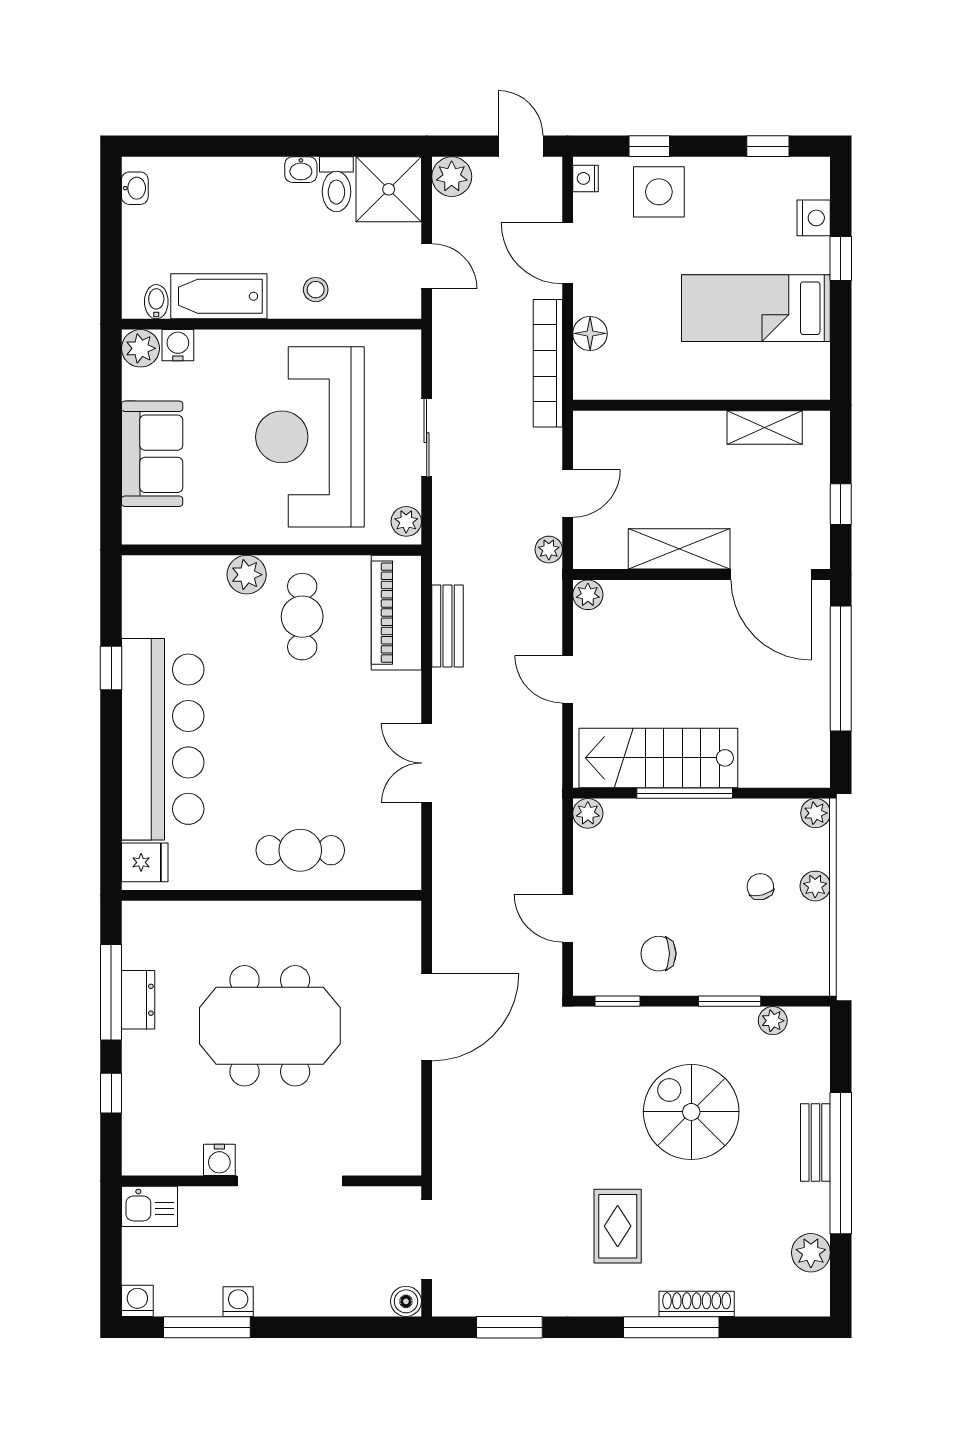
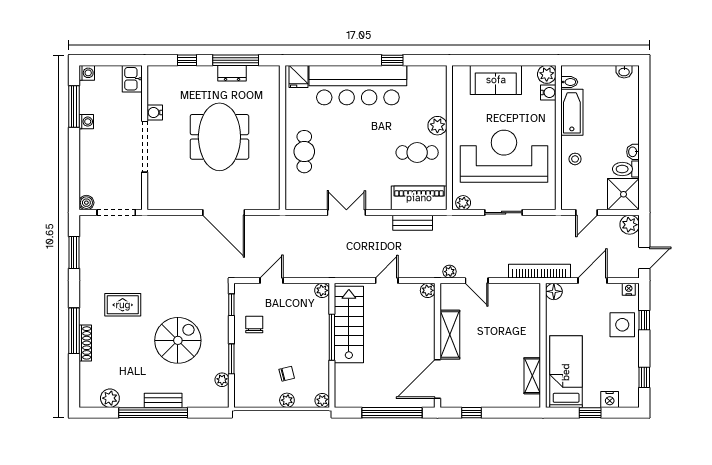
wall: (702, 405) -> (543, 345), moved
shelving: (765, 427) -> (532, 376), moved

